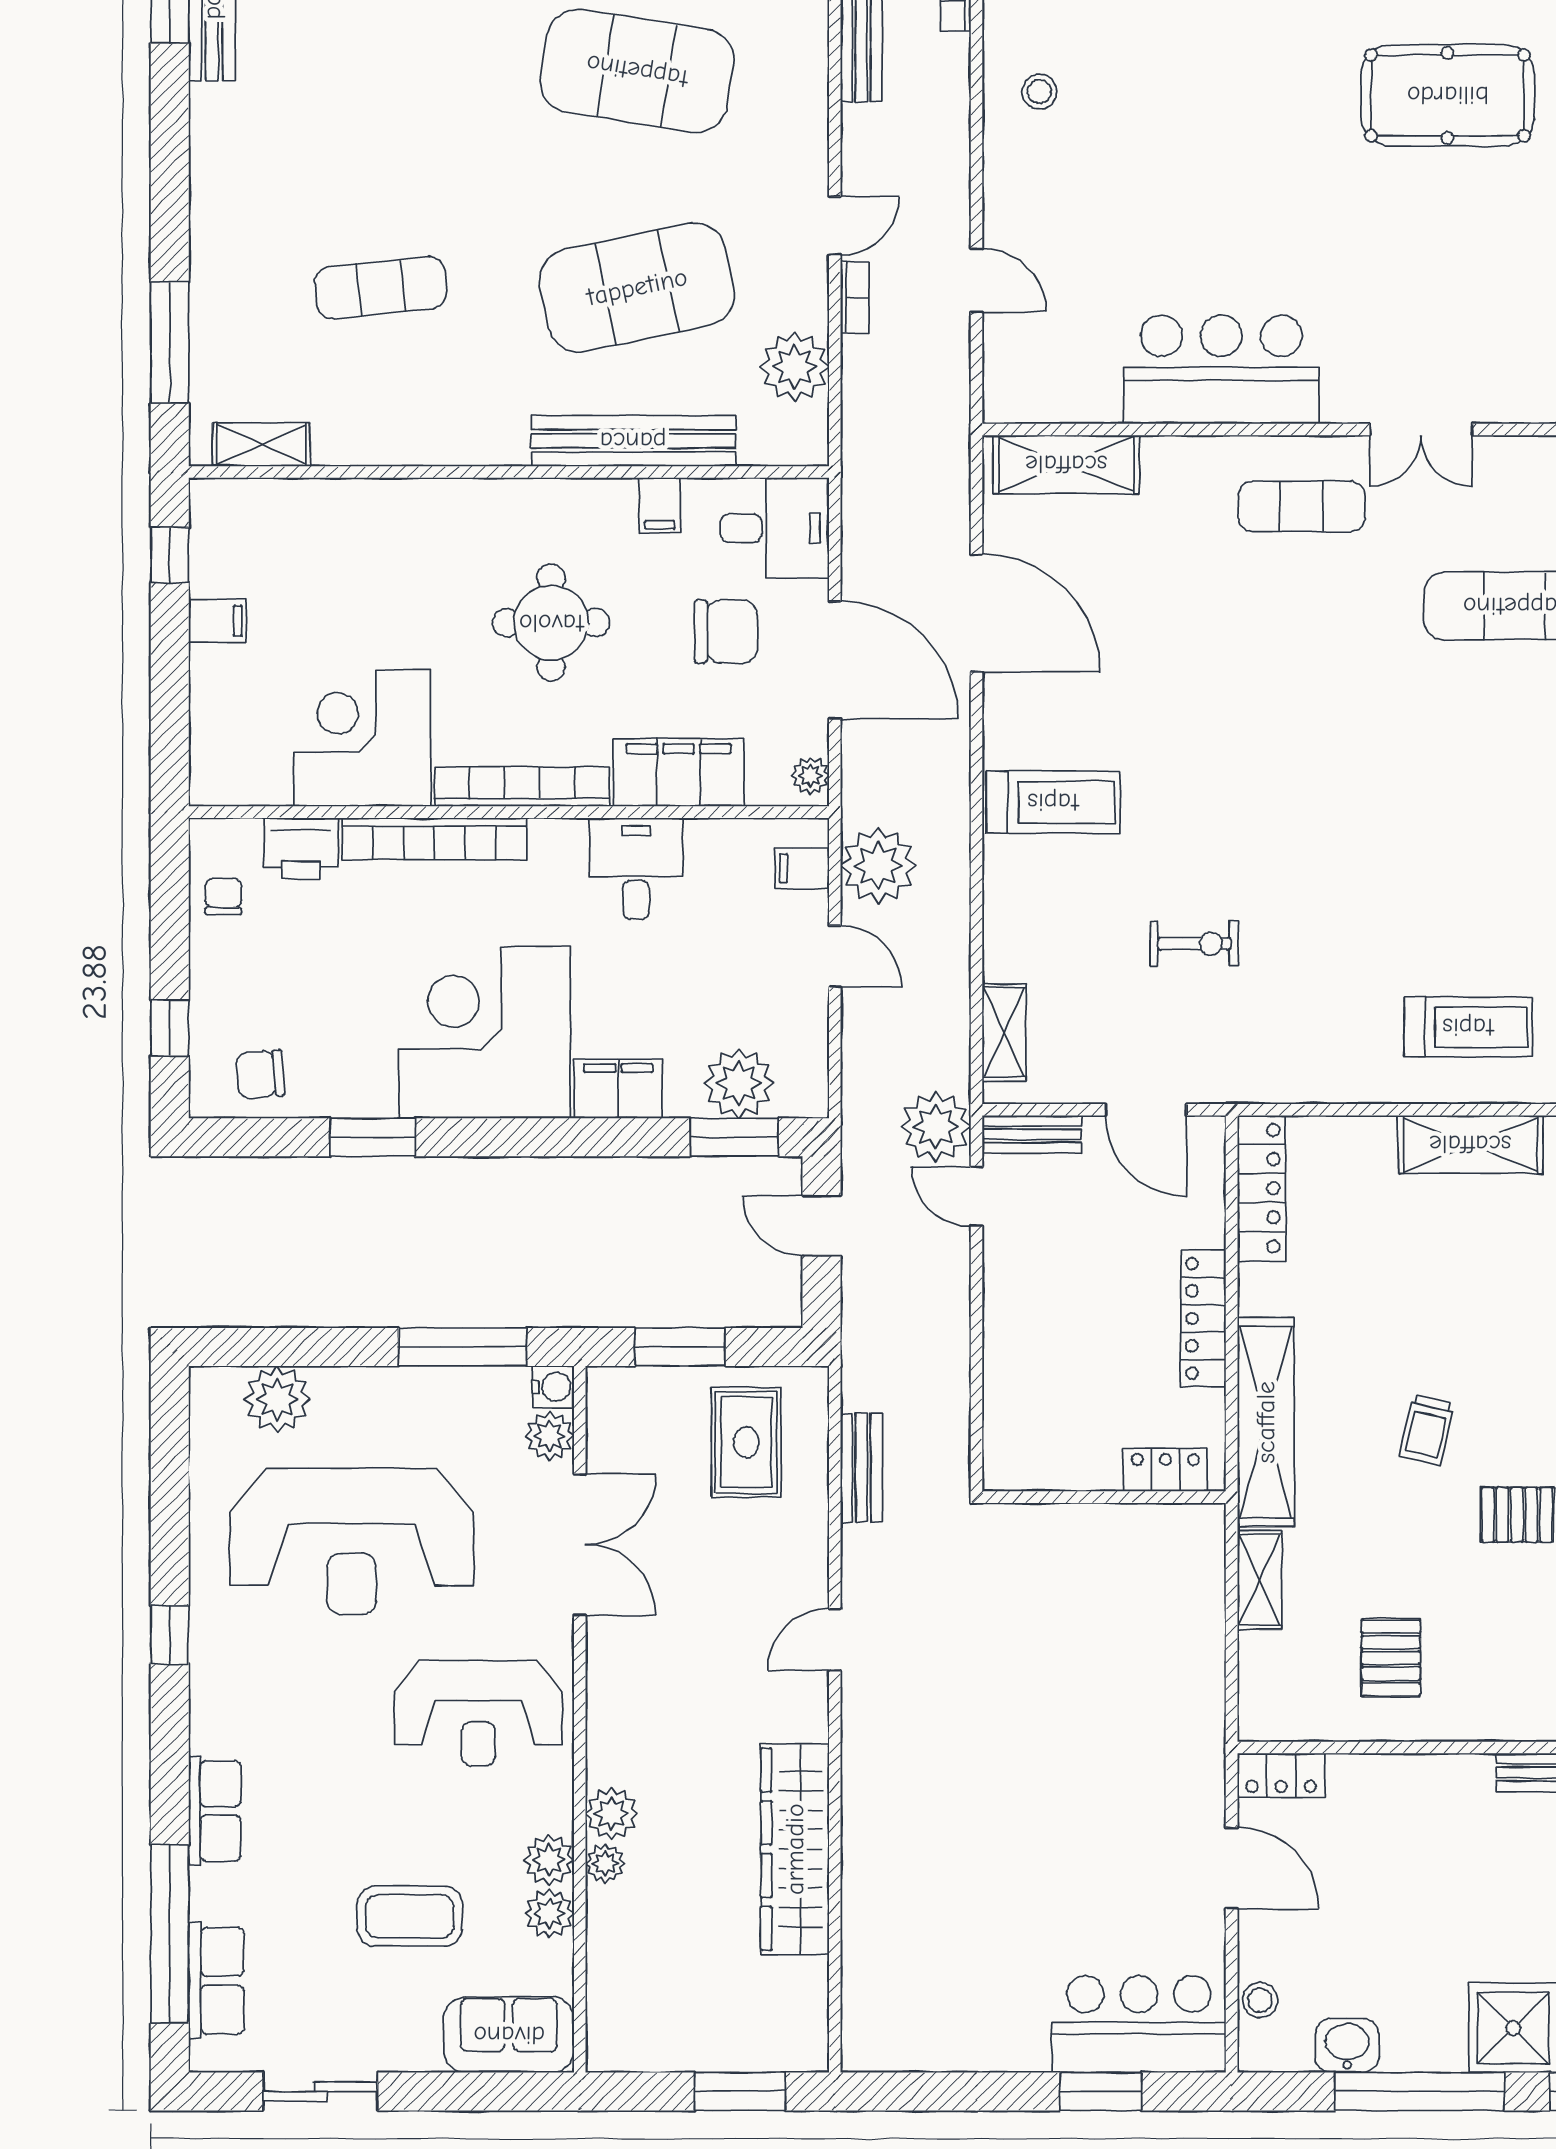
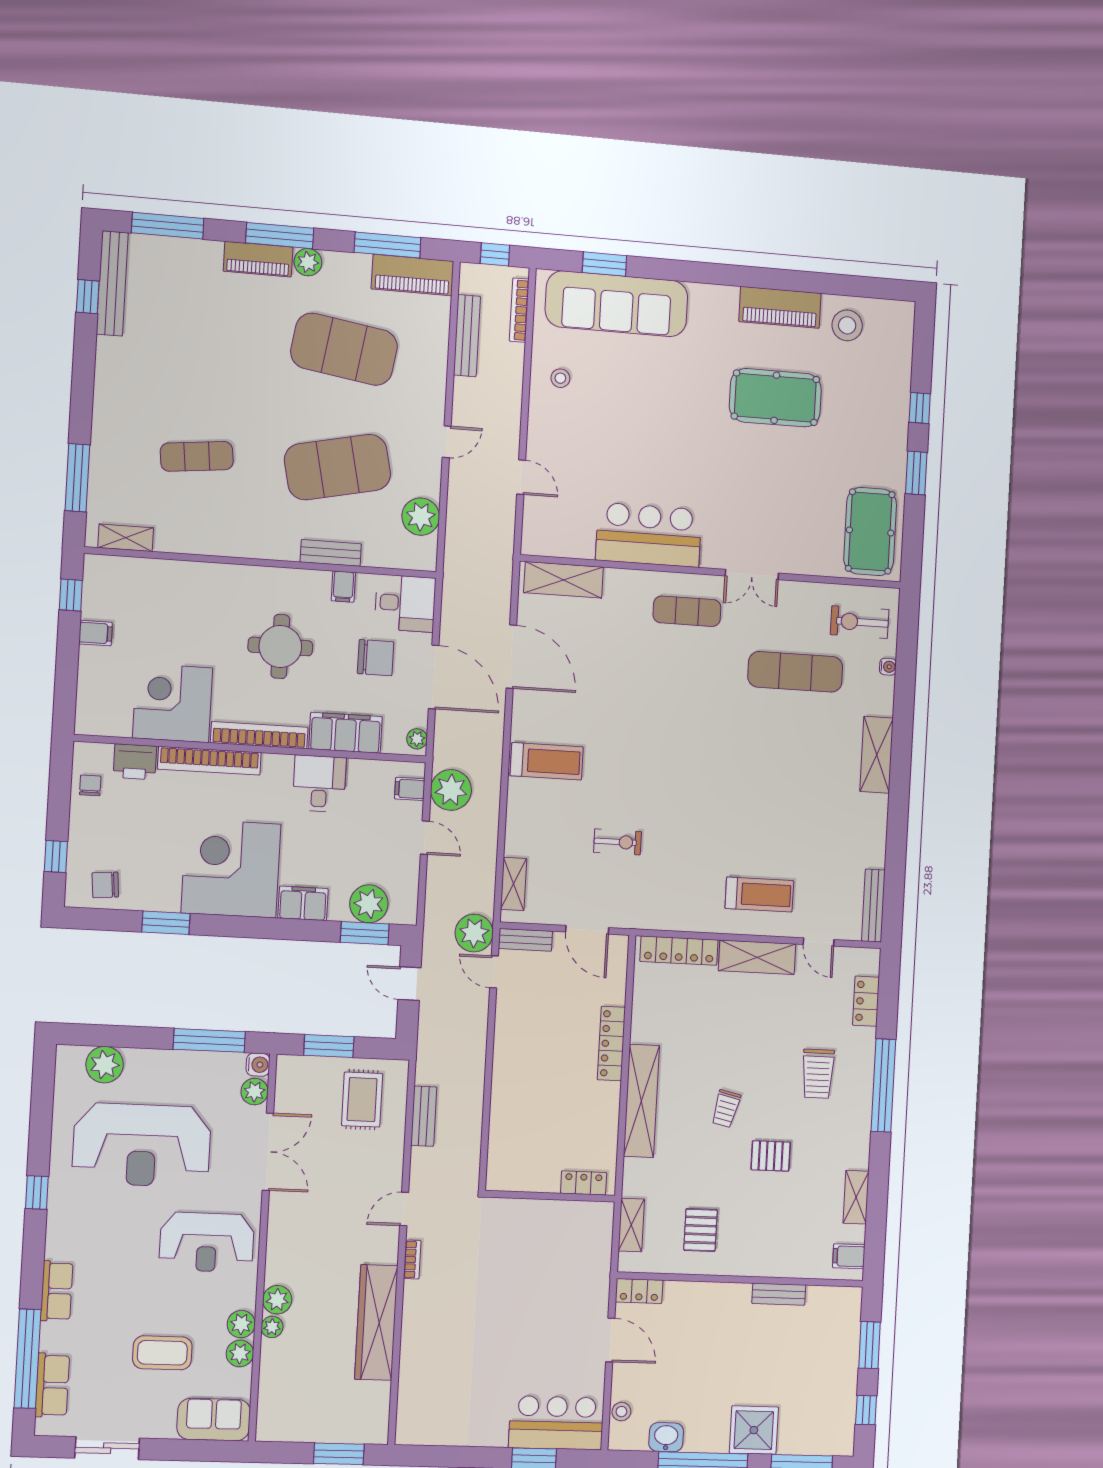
bookcase: (855, 297) -> (412, 1260), moved
bench: (633, 441) -> (331, 553), width x0.54, depth x0.82
locker: (1261, 1188) -> (679, 951), moved, turned 90
locker: (1165, 1470) -> (584, 1183), moved
wall: (1104, 1497) -> (550, 1196), moved
shelving: (1259, 1580) -> (631, 1225), moved

